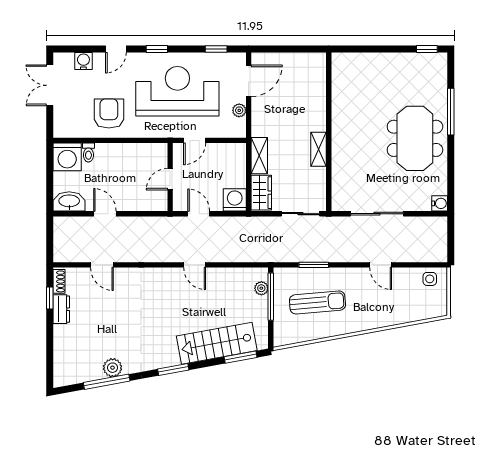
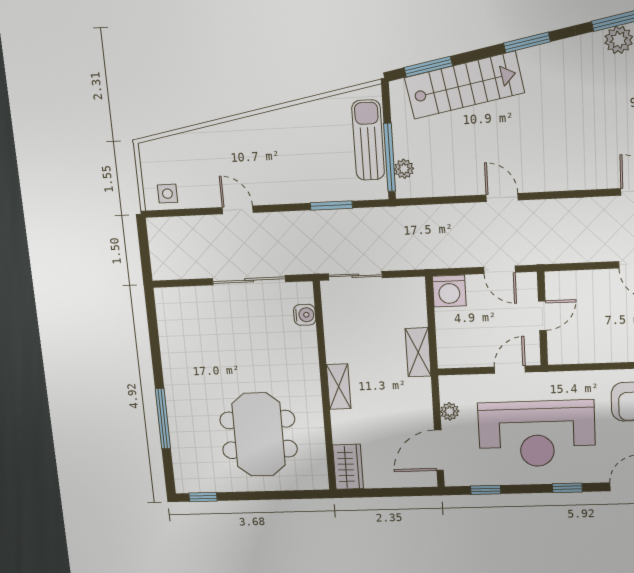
meeting table: (415, 138) -> (259, 435), moved
shelving: (318, 149) -> (339, 387), moved
wardrobe: (261, 193) -> (348, 467), moved, turned 180
water cooler: (440, 203) -> (305, 315), moved, turned 180
sun lounger: (317, 302) -> (368, 140), moved, turned 95

